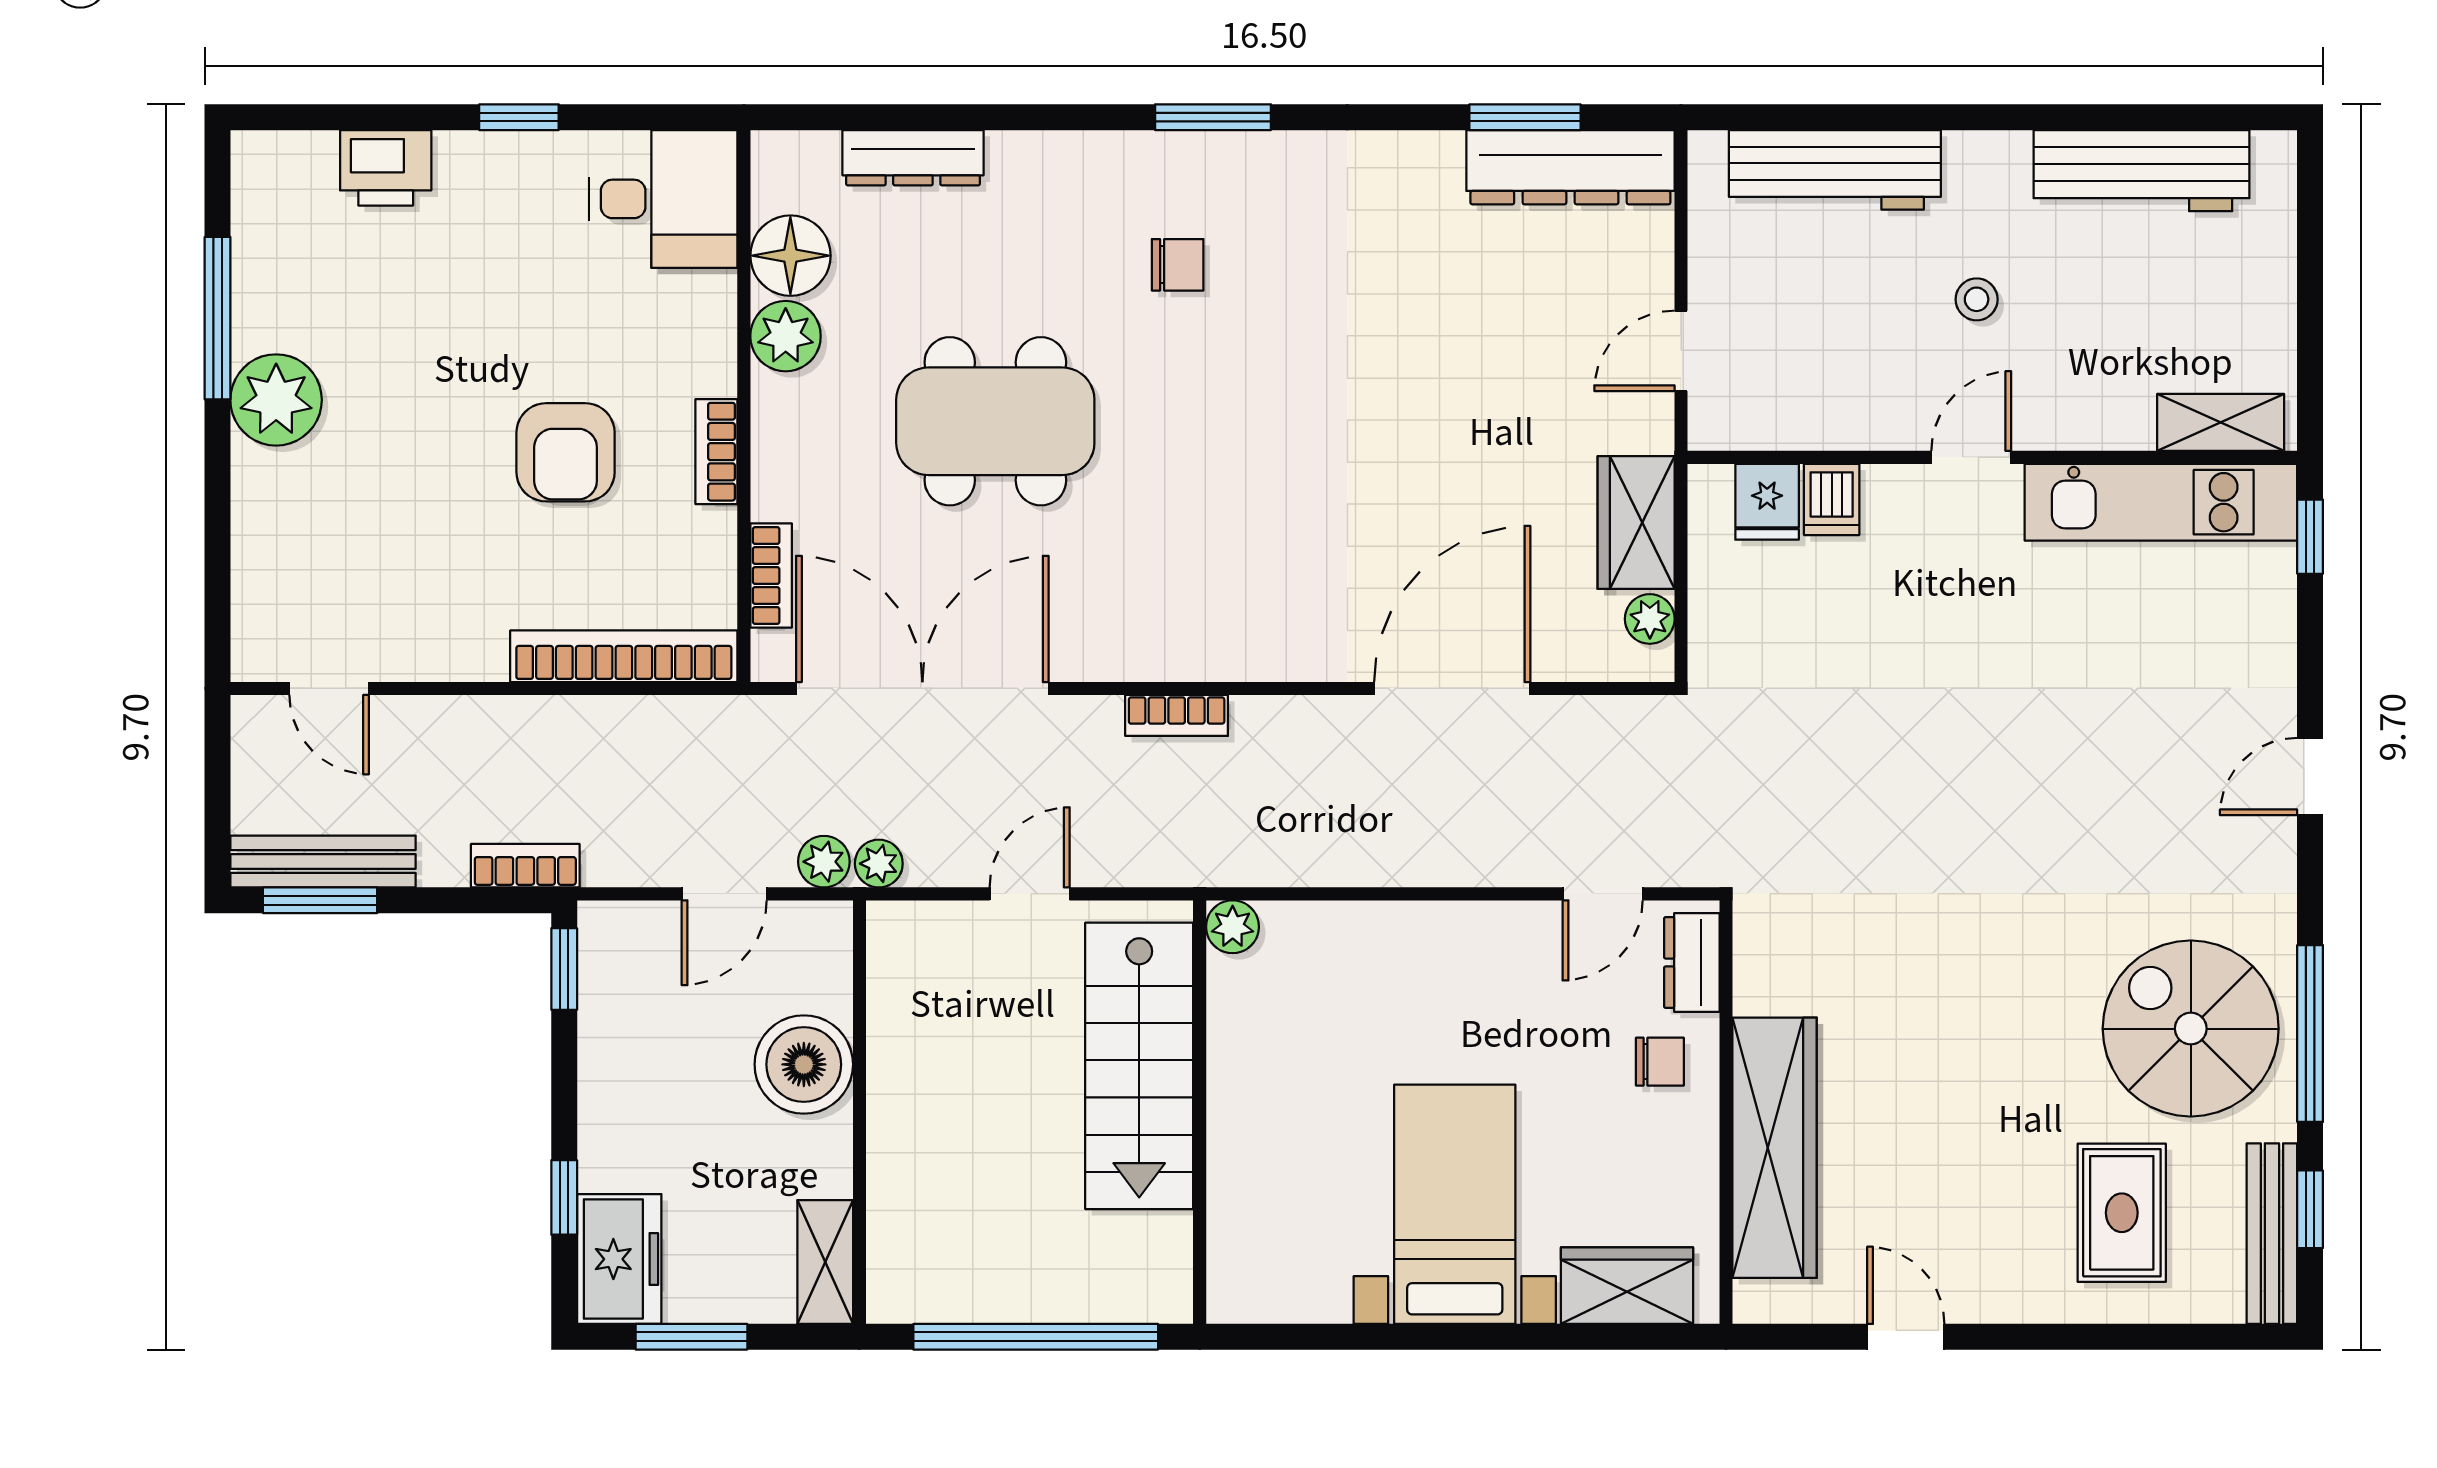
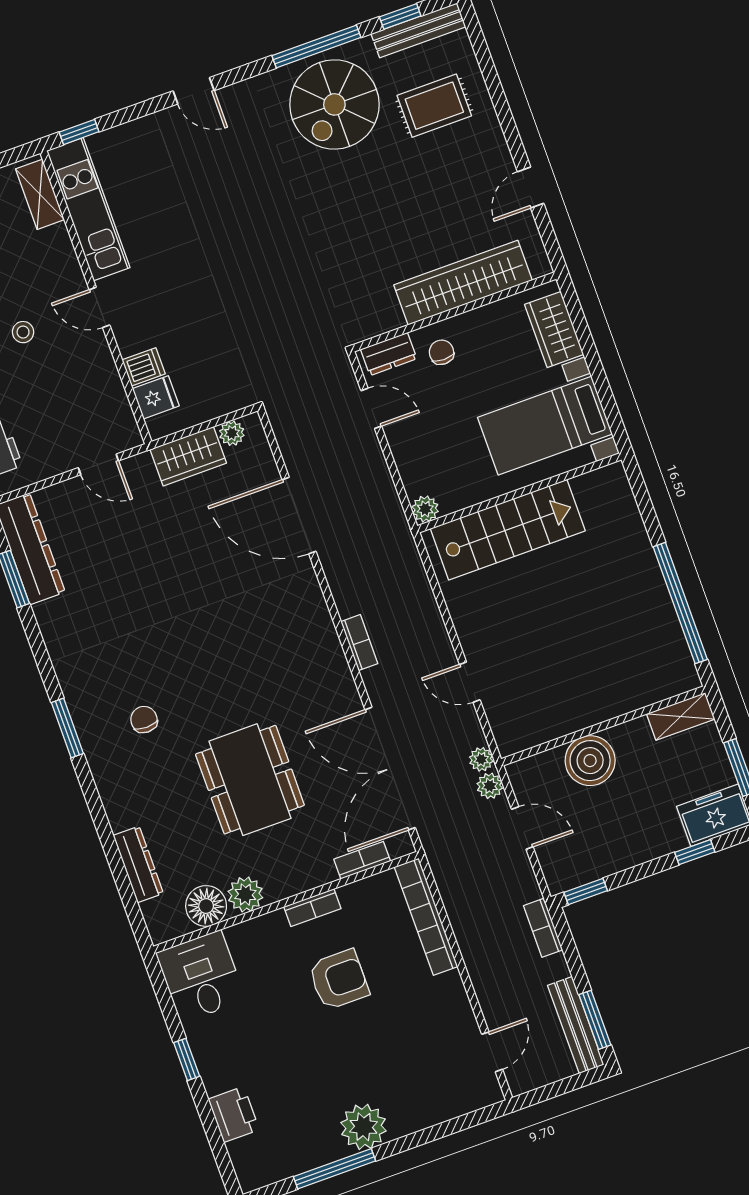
plant: (1233, 927) -> (425, 509), moved
stairs: (1139, 1066) -> (508, 530), moved
wall: (1200, 1112) -> (519, 493), moved

